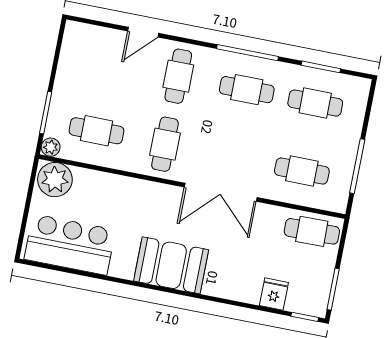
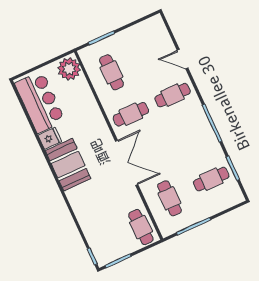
cafe table: (247, 90) -> (192, 137), removed
cafe table: (315, 103) -> (211, 179), turned 90
plant: (51, 147) -> (85, 54), removed
double door: (221, 192) -> (127, 163), swing flipped
fridge: (274, 294) -> (50, 138), moved

